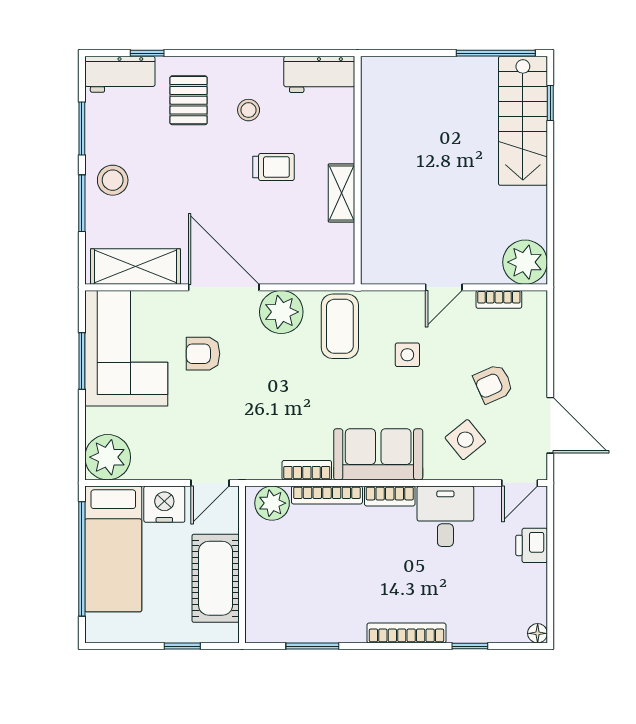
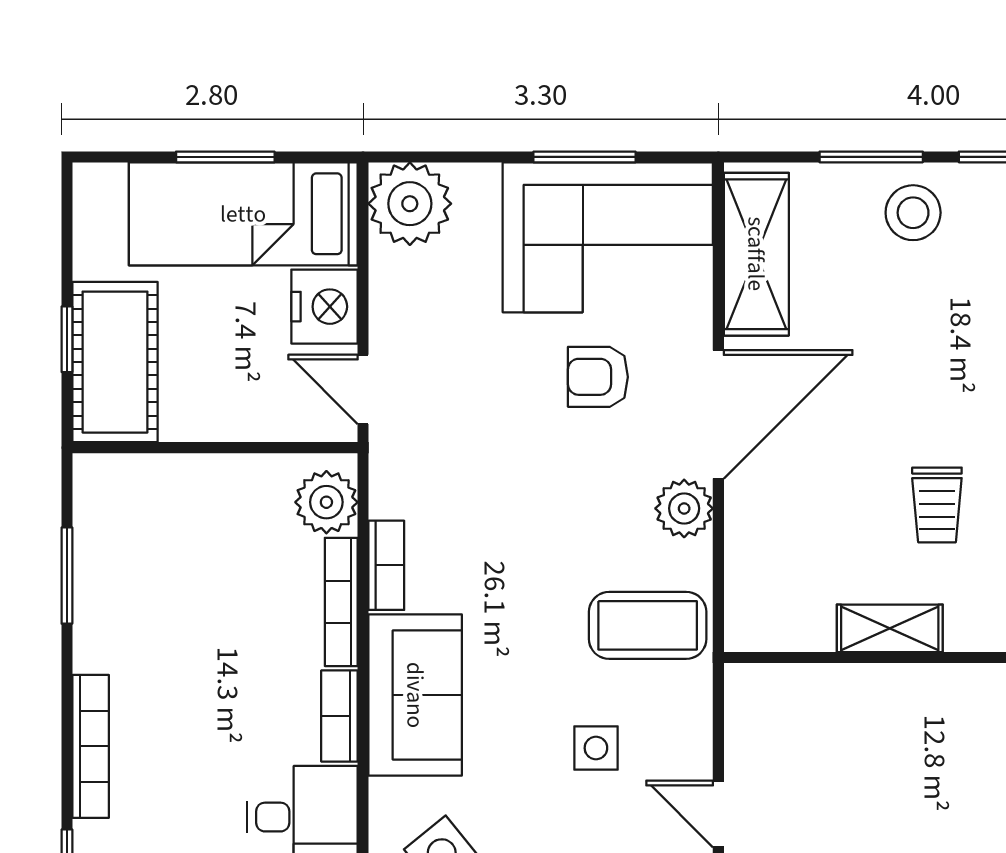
plant: (281, 312) -> (684, 508), width x0.73, depth x0.73
armchair: (203, 354) -> (598, 377), turned -90
window: (82, 559) -> (225, 157), width x0.47
cot: (216, 578) -> (115, 362), moved, turned 90

